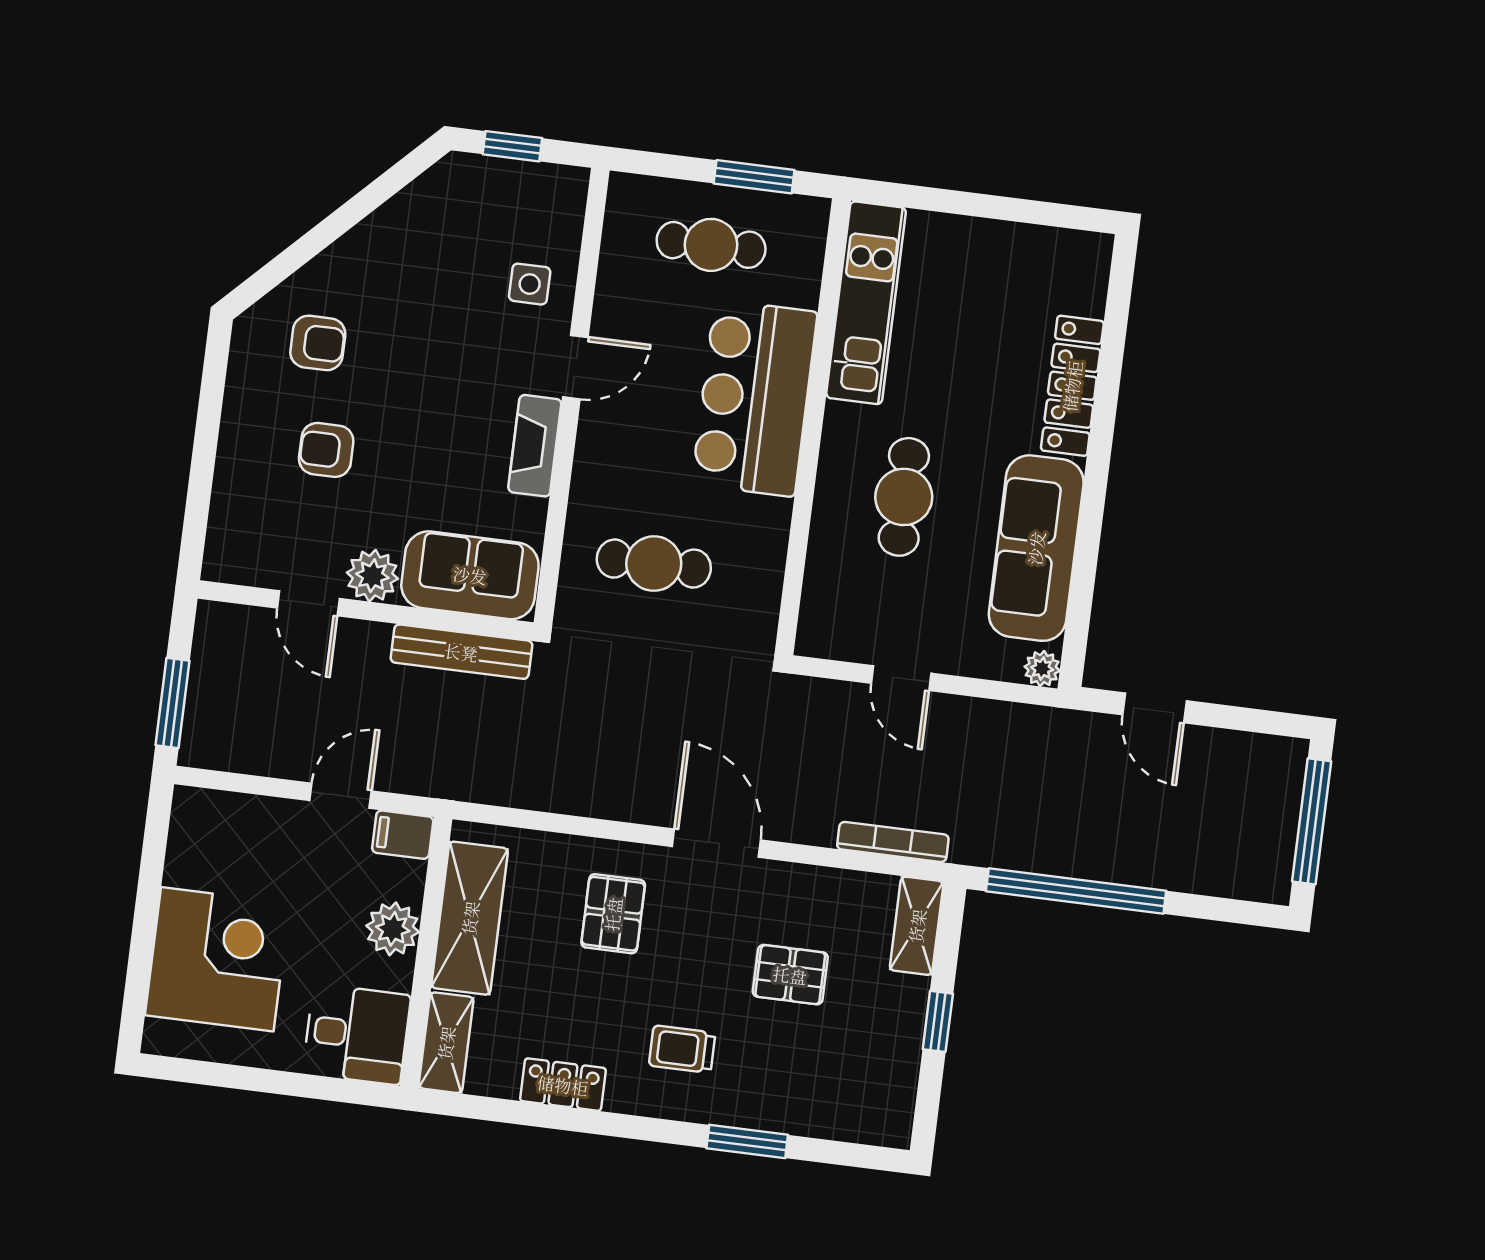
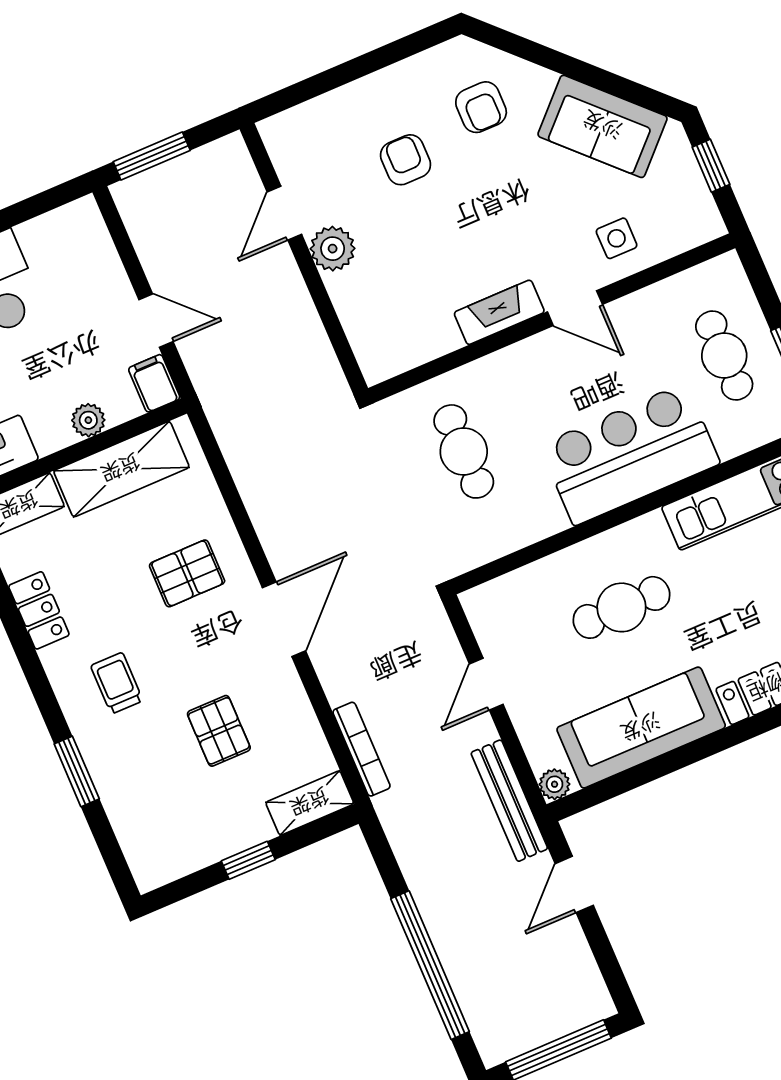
sofa: (470, 575) -> (602, 126), moved, turned 135
bench: (461, 652) -> (509, 801), moved
window: (1076, 891) -> (430, 965), moved
plant: (393, 929) -> (88, 420), width x0.73, depth x0.73

